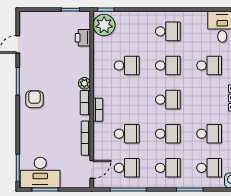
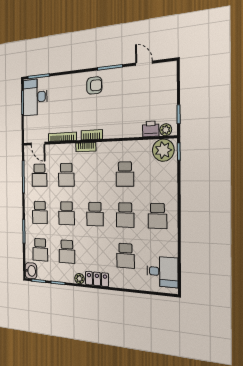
plant: (84, 83) -> (166, 130), moved

